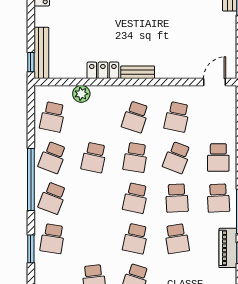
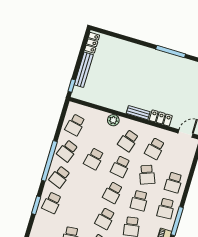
bench: (41, 53) -> (84, 70), moved
locker: (103, 70) -> (161, 118), moved
plant: (81, 94) -> (113, 120), moved
school desk: (177, 157) -> (147, 175), turned -42

